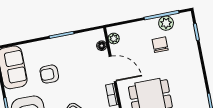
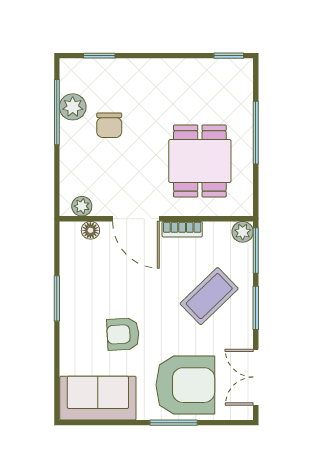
chair: (160, 45) -> (109, 125), turned -90
door: (113, 69) -> (136, 219), swing flipped
armchair: (49, 74) -> (123, 334), turned 87

